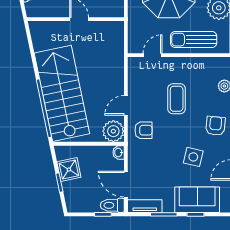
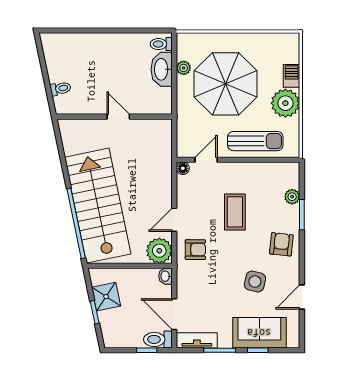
sun lounger: (194, 40) -> (255, 141), turned 180
floor lamp: (133, 62) -> (183, 168), added

